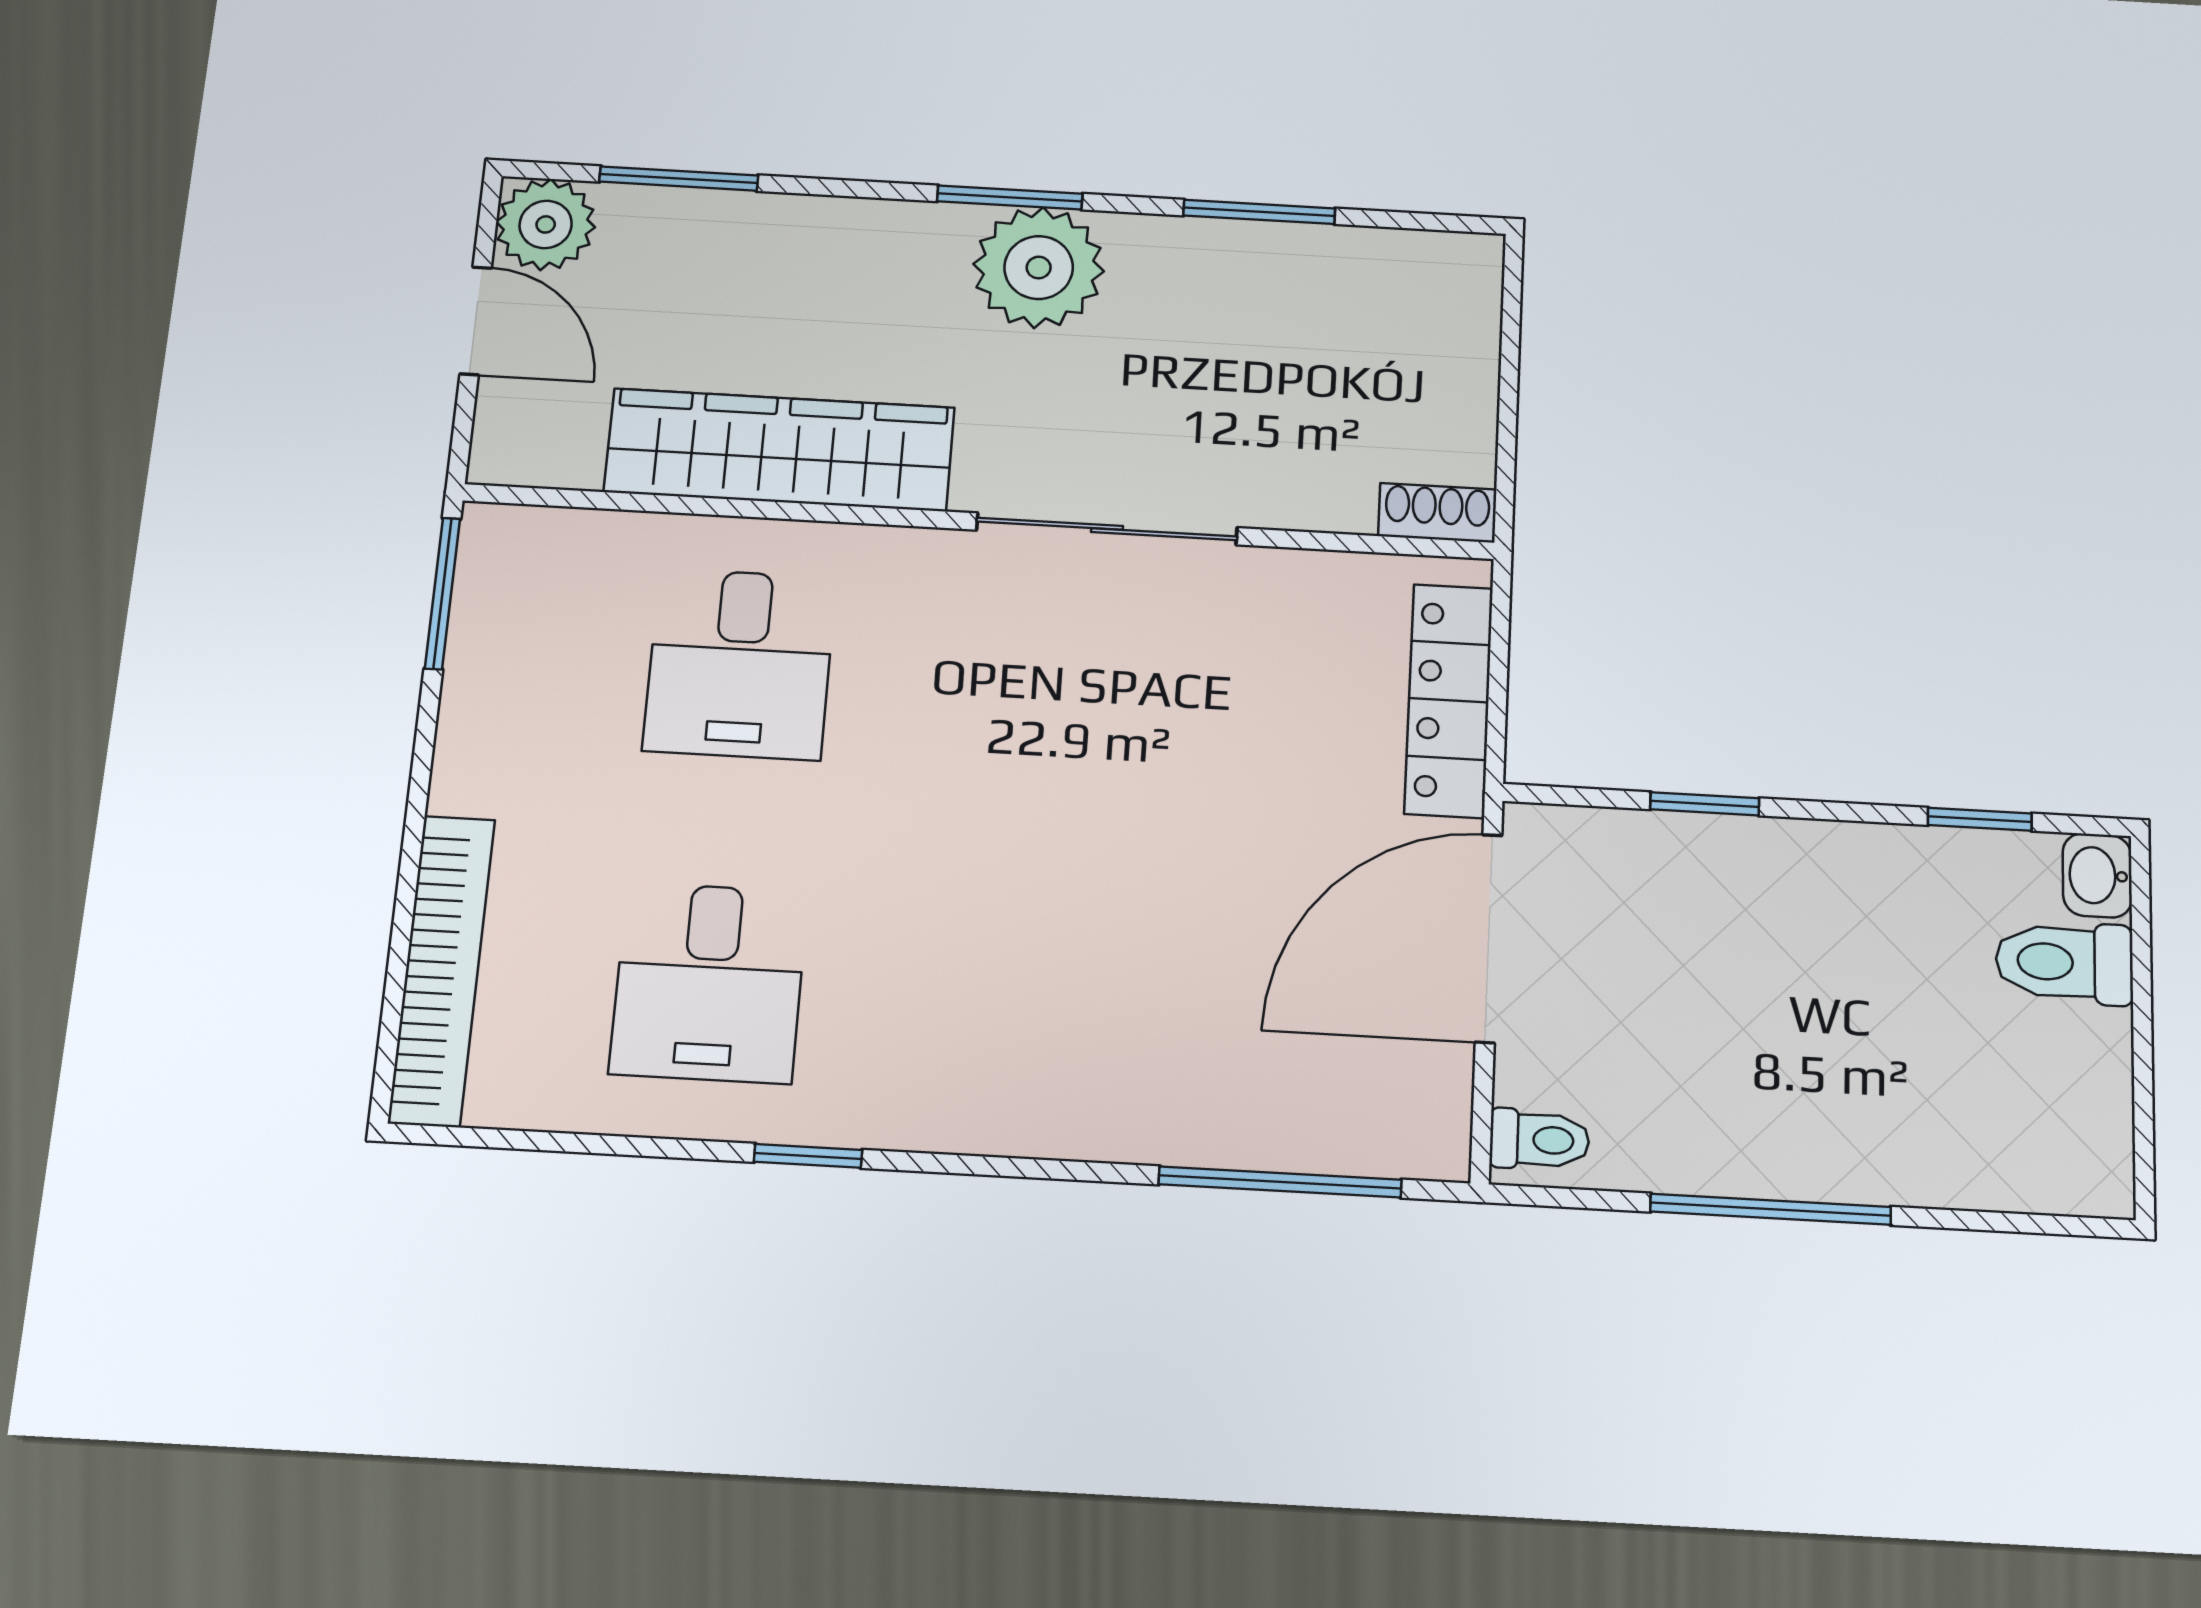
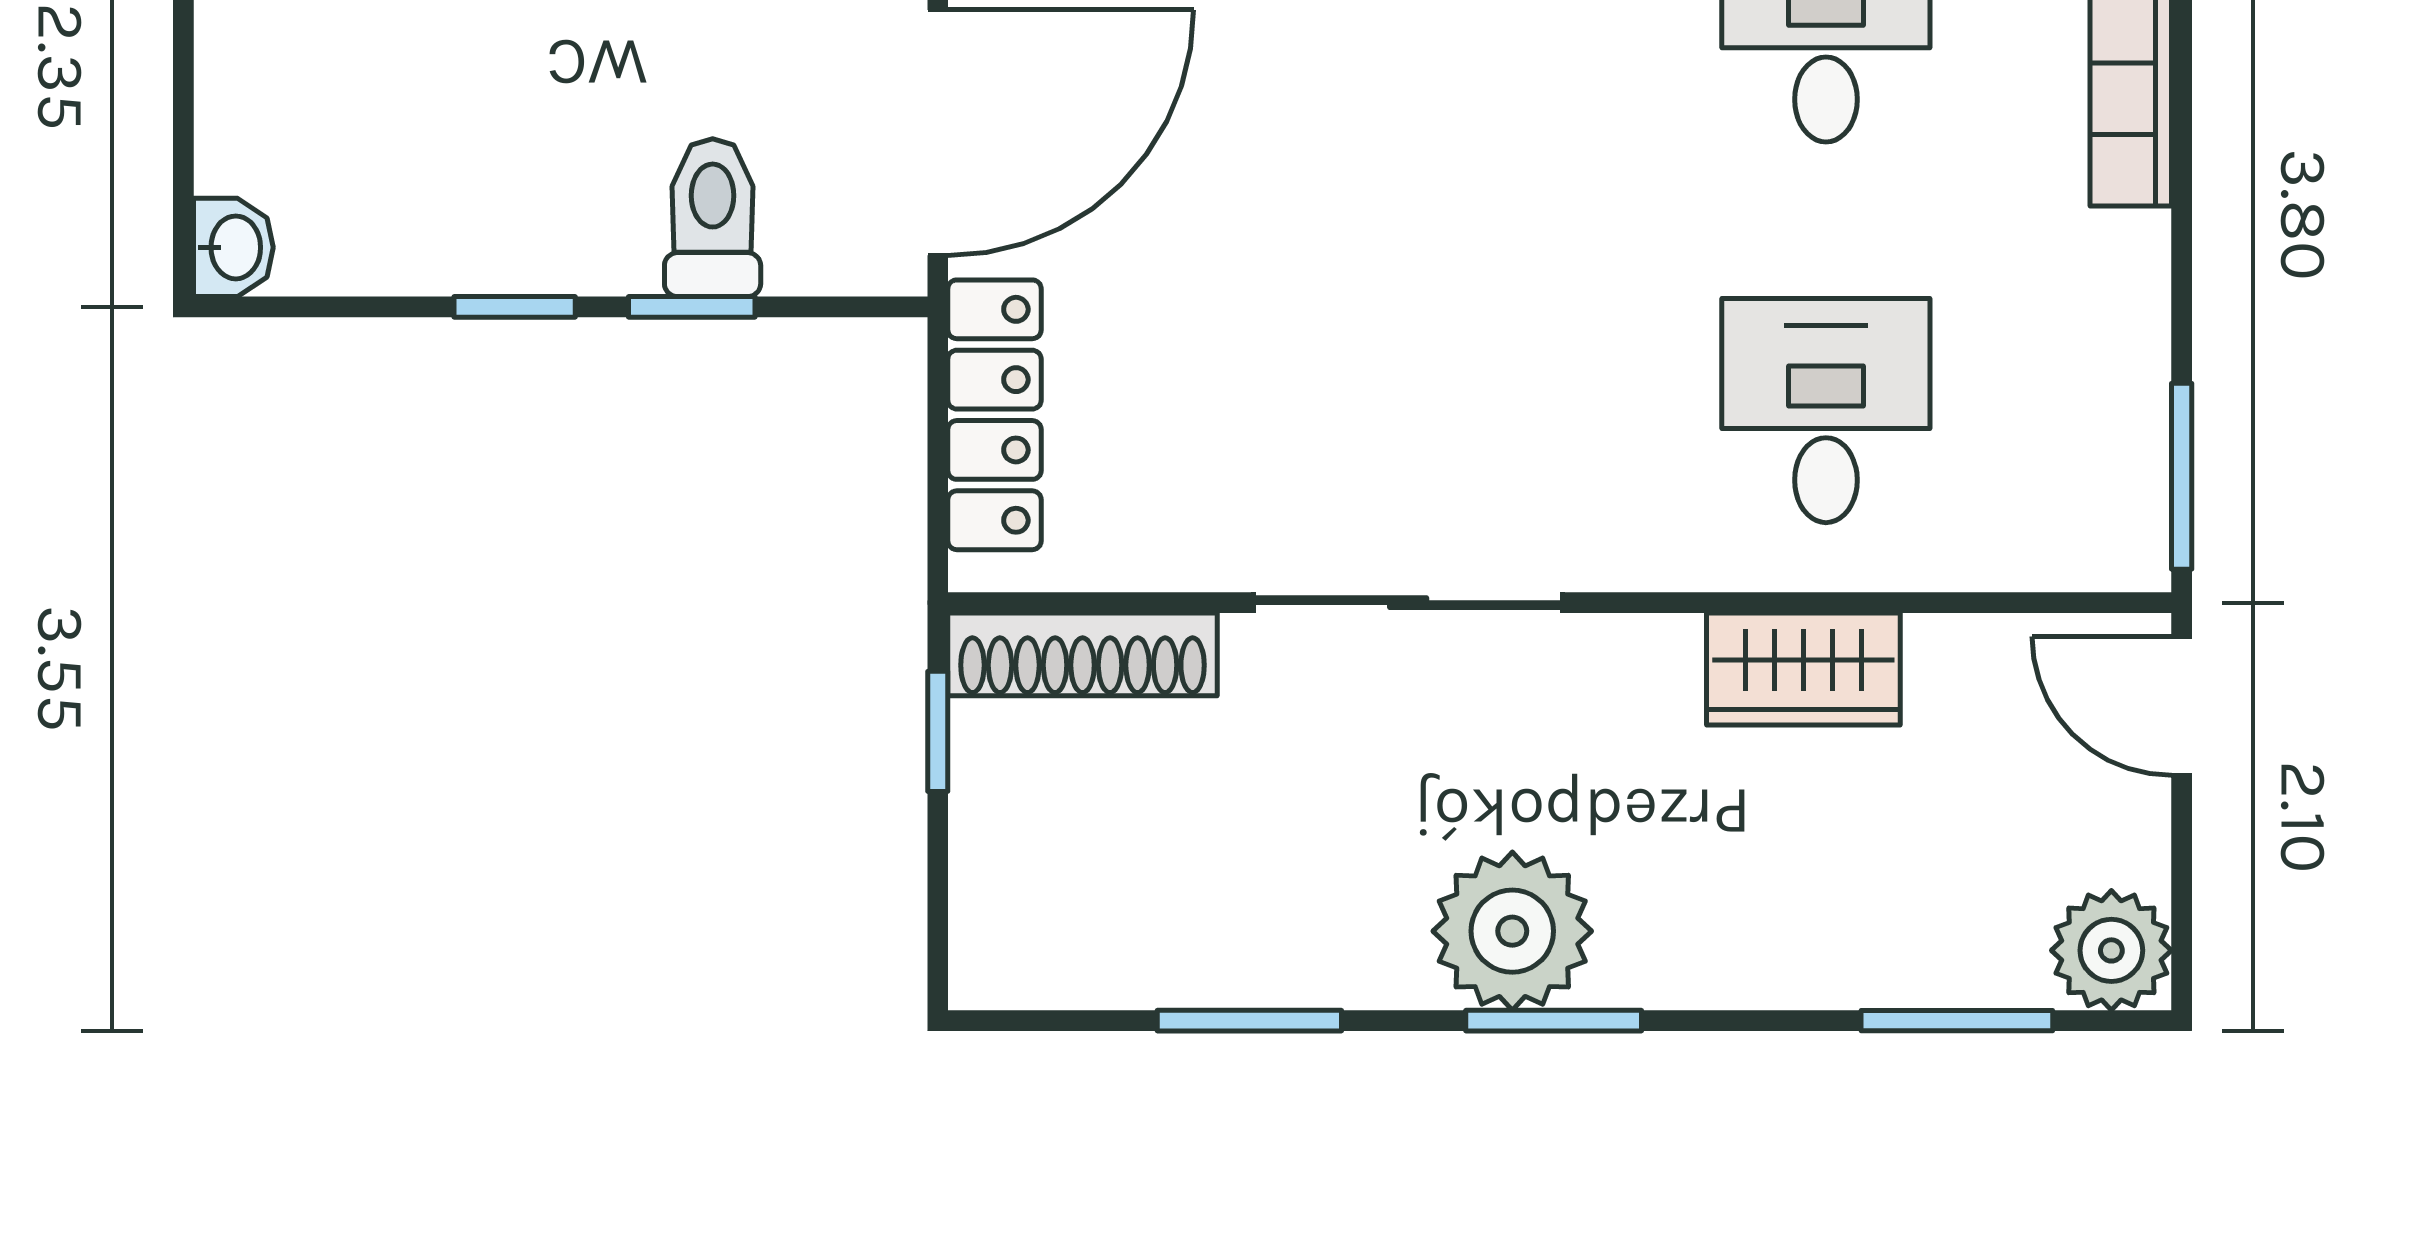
door: (476, 321) -> (2182, 706), moved
wardrobe: (780, 450) -> (1803, 669), width x0.48, depth x0.85
window: (1506, 450) -> (938, 731), added
shoe rack: (1437, 513) -> (1083, 654), width x1.94, depth x1.24
window: (1980, 819) -> (515, 307), moved
toilet: (2064, 962) -> (713, 218), moved, turned -90

